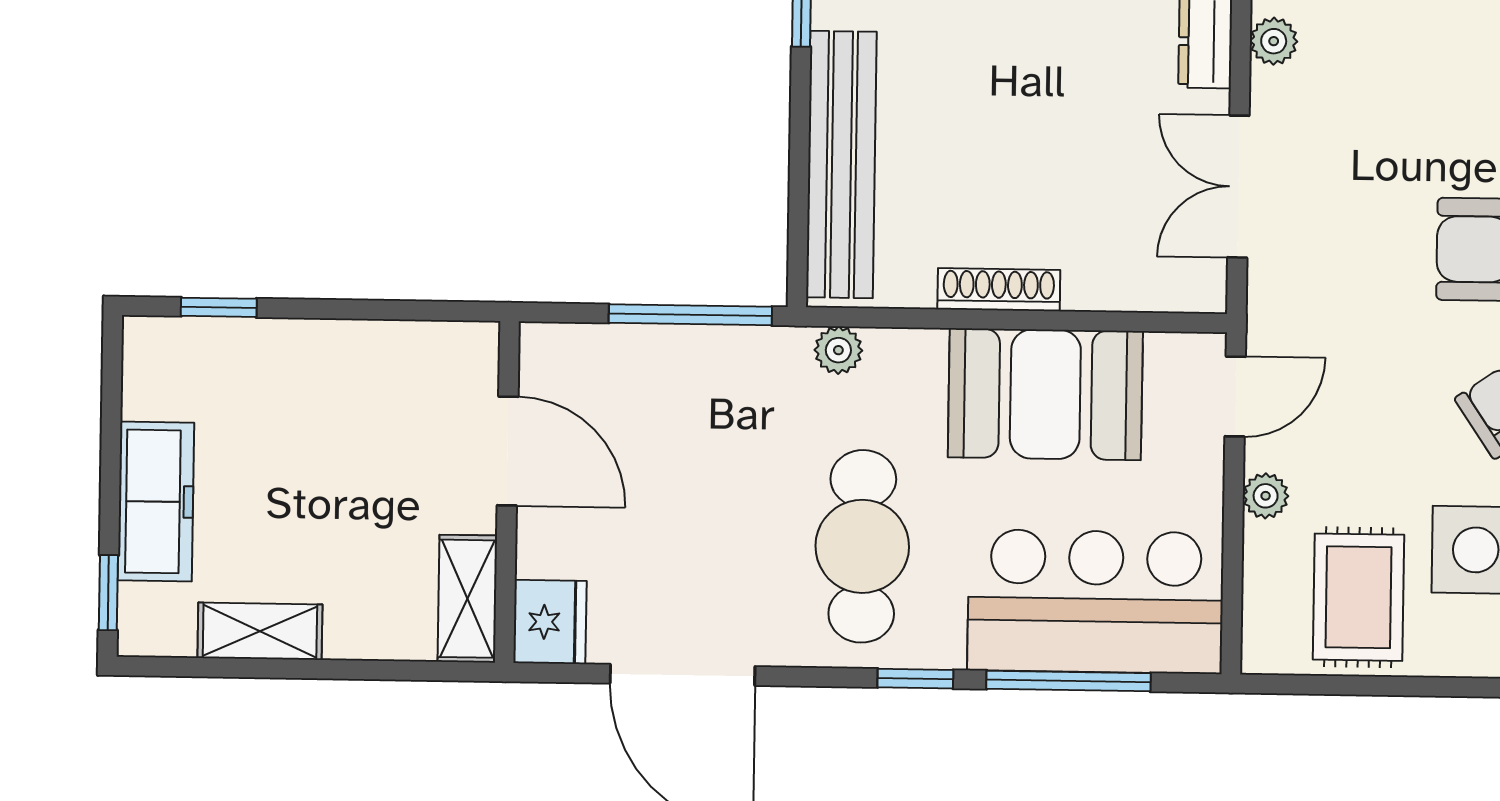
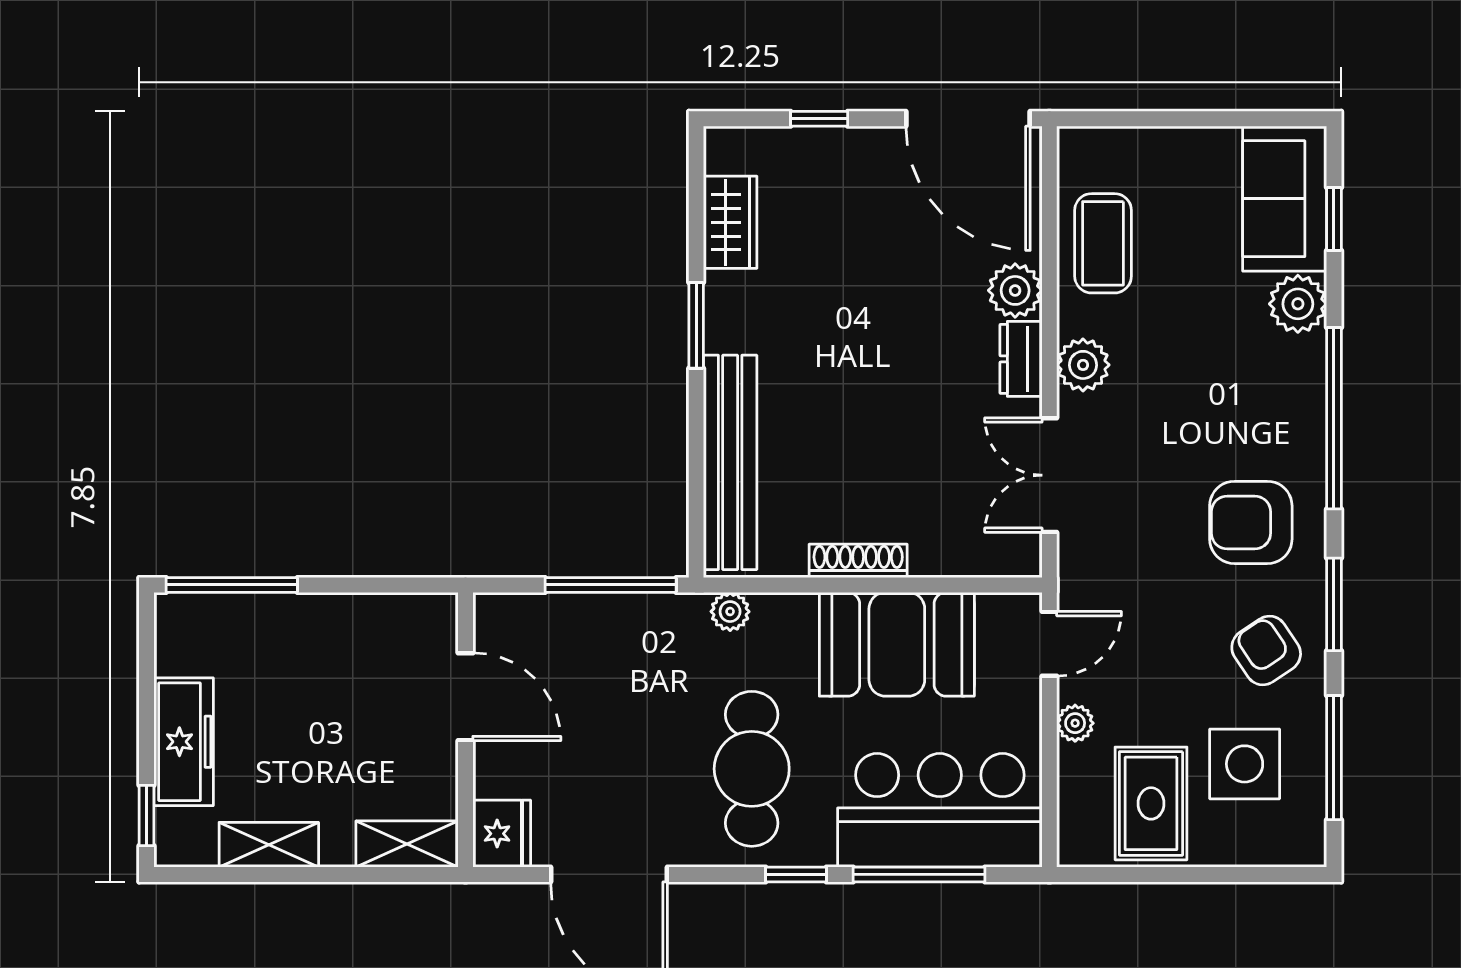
plant: (1274, 41) -> (1083, 365), width x1.38, depth x1.38
window: (219, 307) -> (232, 585), width x2.17
shelving: (467, 599) -> (407, 844), moved, turned 90

